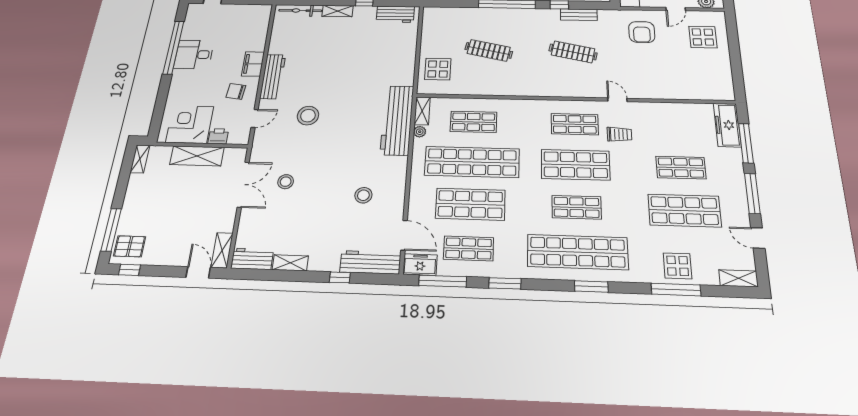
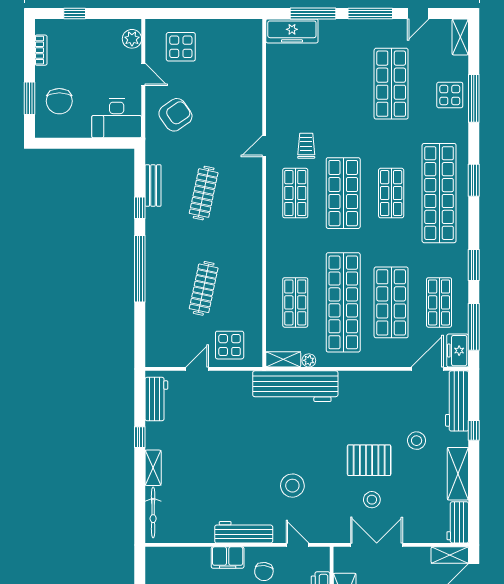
armchair: (642, 32) -> (175, 115), turned -35
door: (419, 44) -> (197, 369), added
shop shelf: (681, 168) -> (343, 84), removed
pallet: (323, 180) -> (369, 460), added
stool: (363, 195) -> (417, 441), moved
shelving: (290, 263) -> (458, 474), width x1.50, depth x1.33

